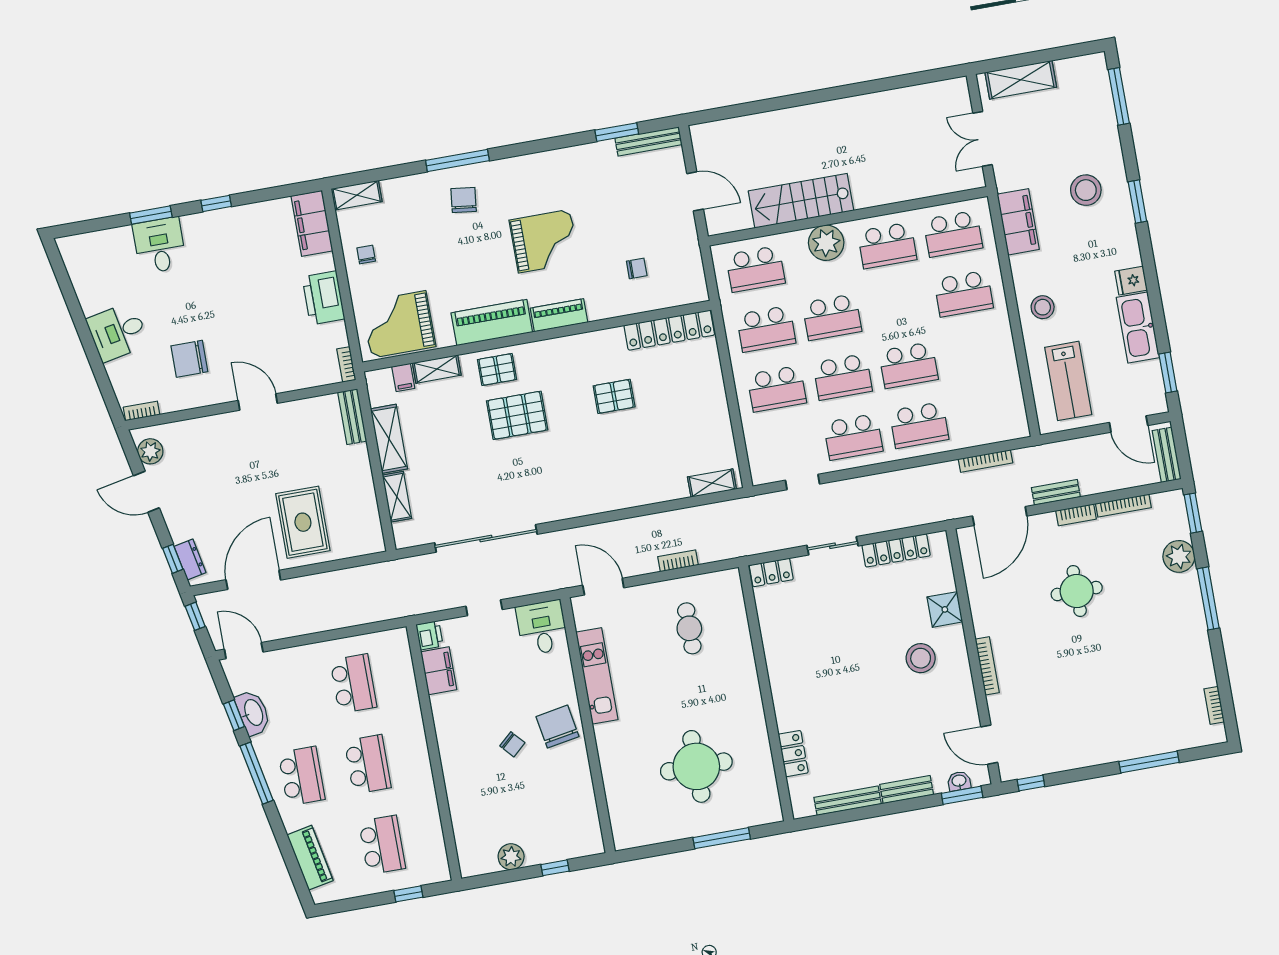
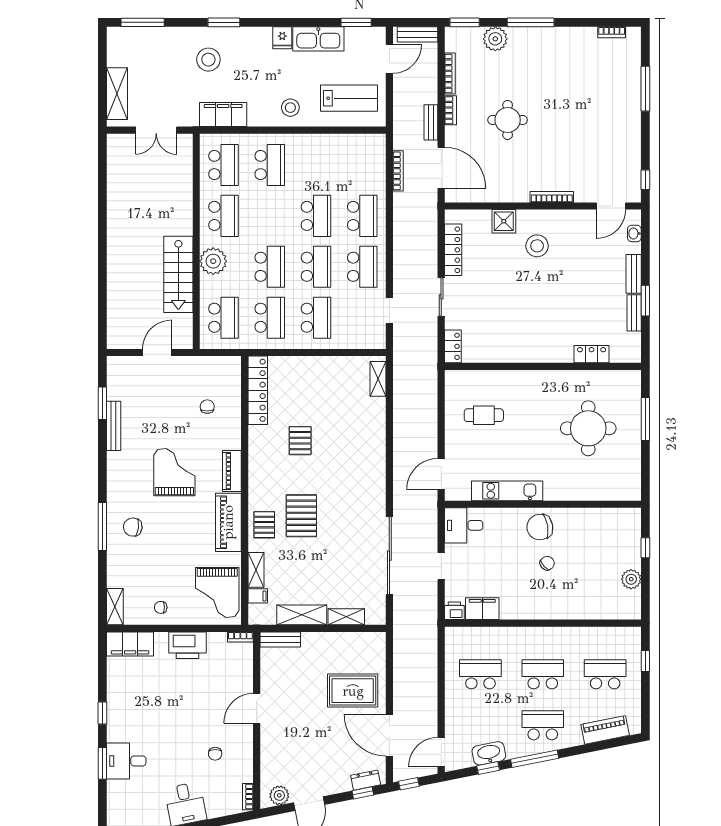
bench: (648, 141) -> (114, 426), moved
chair: (189, 359) -> (215, 754), width x0.54, depth x0.54
bookcase: (678, 561) -> (432, 415), removed
window: (962, 795) -> (645, 301), moved
bench: (848, 801) -> (634, 313), width x0.73

